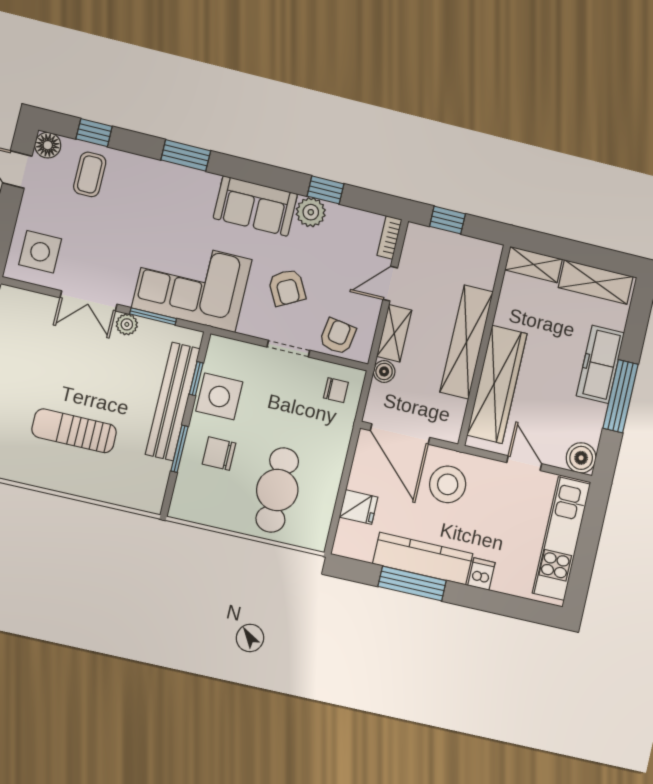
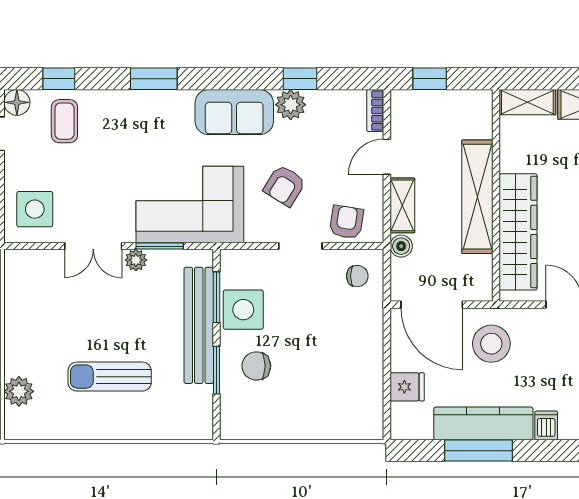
armchair: (287, 287) -> (285, 186), turned 60
window: (196, 379) -> (216, 297), width x1.50
cafe table: (277, 490) -> (322, 389), removed

